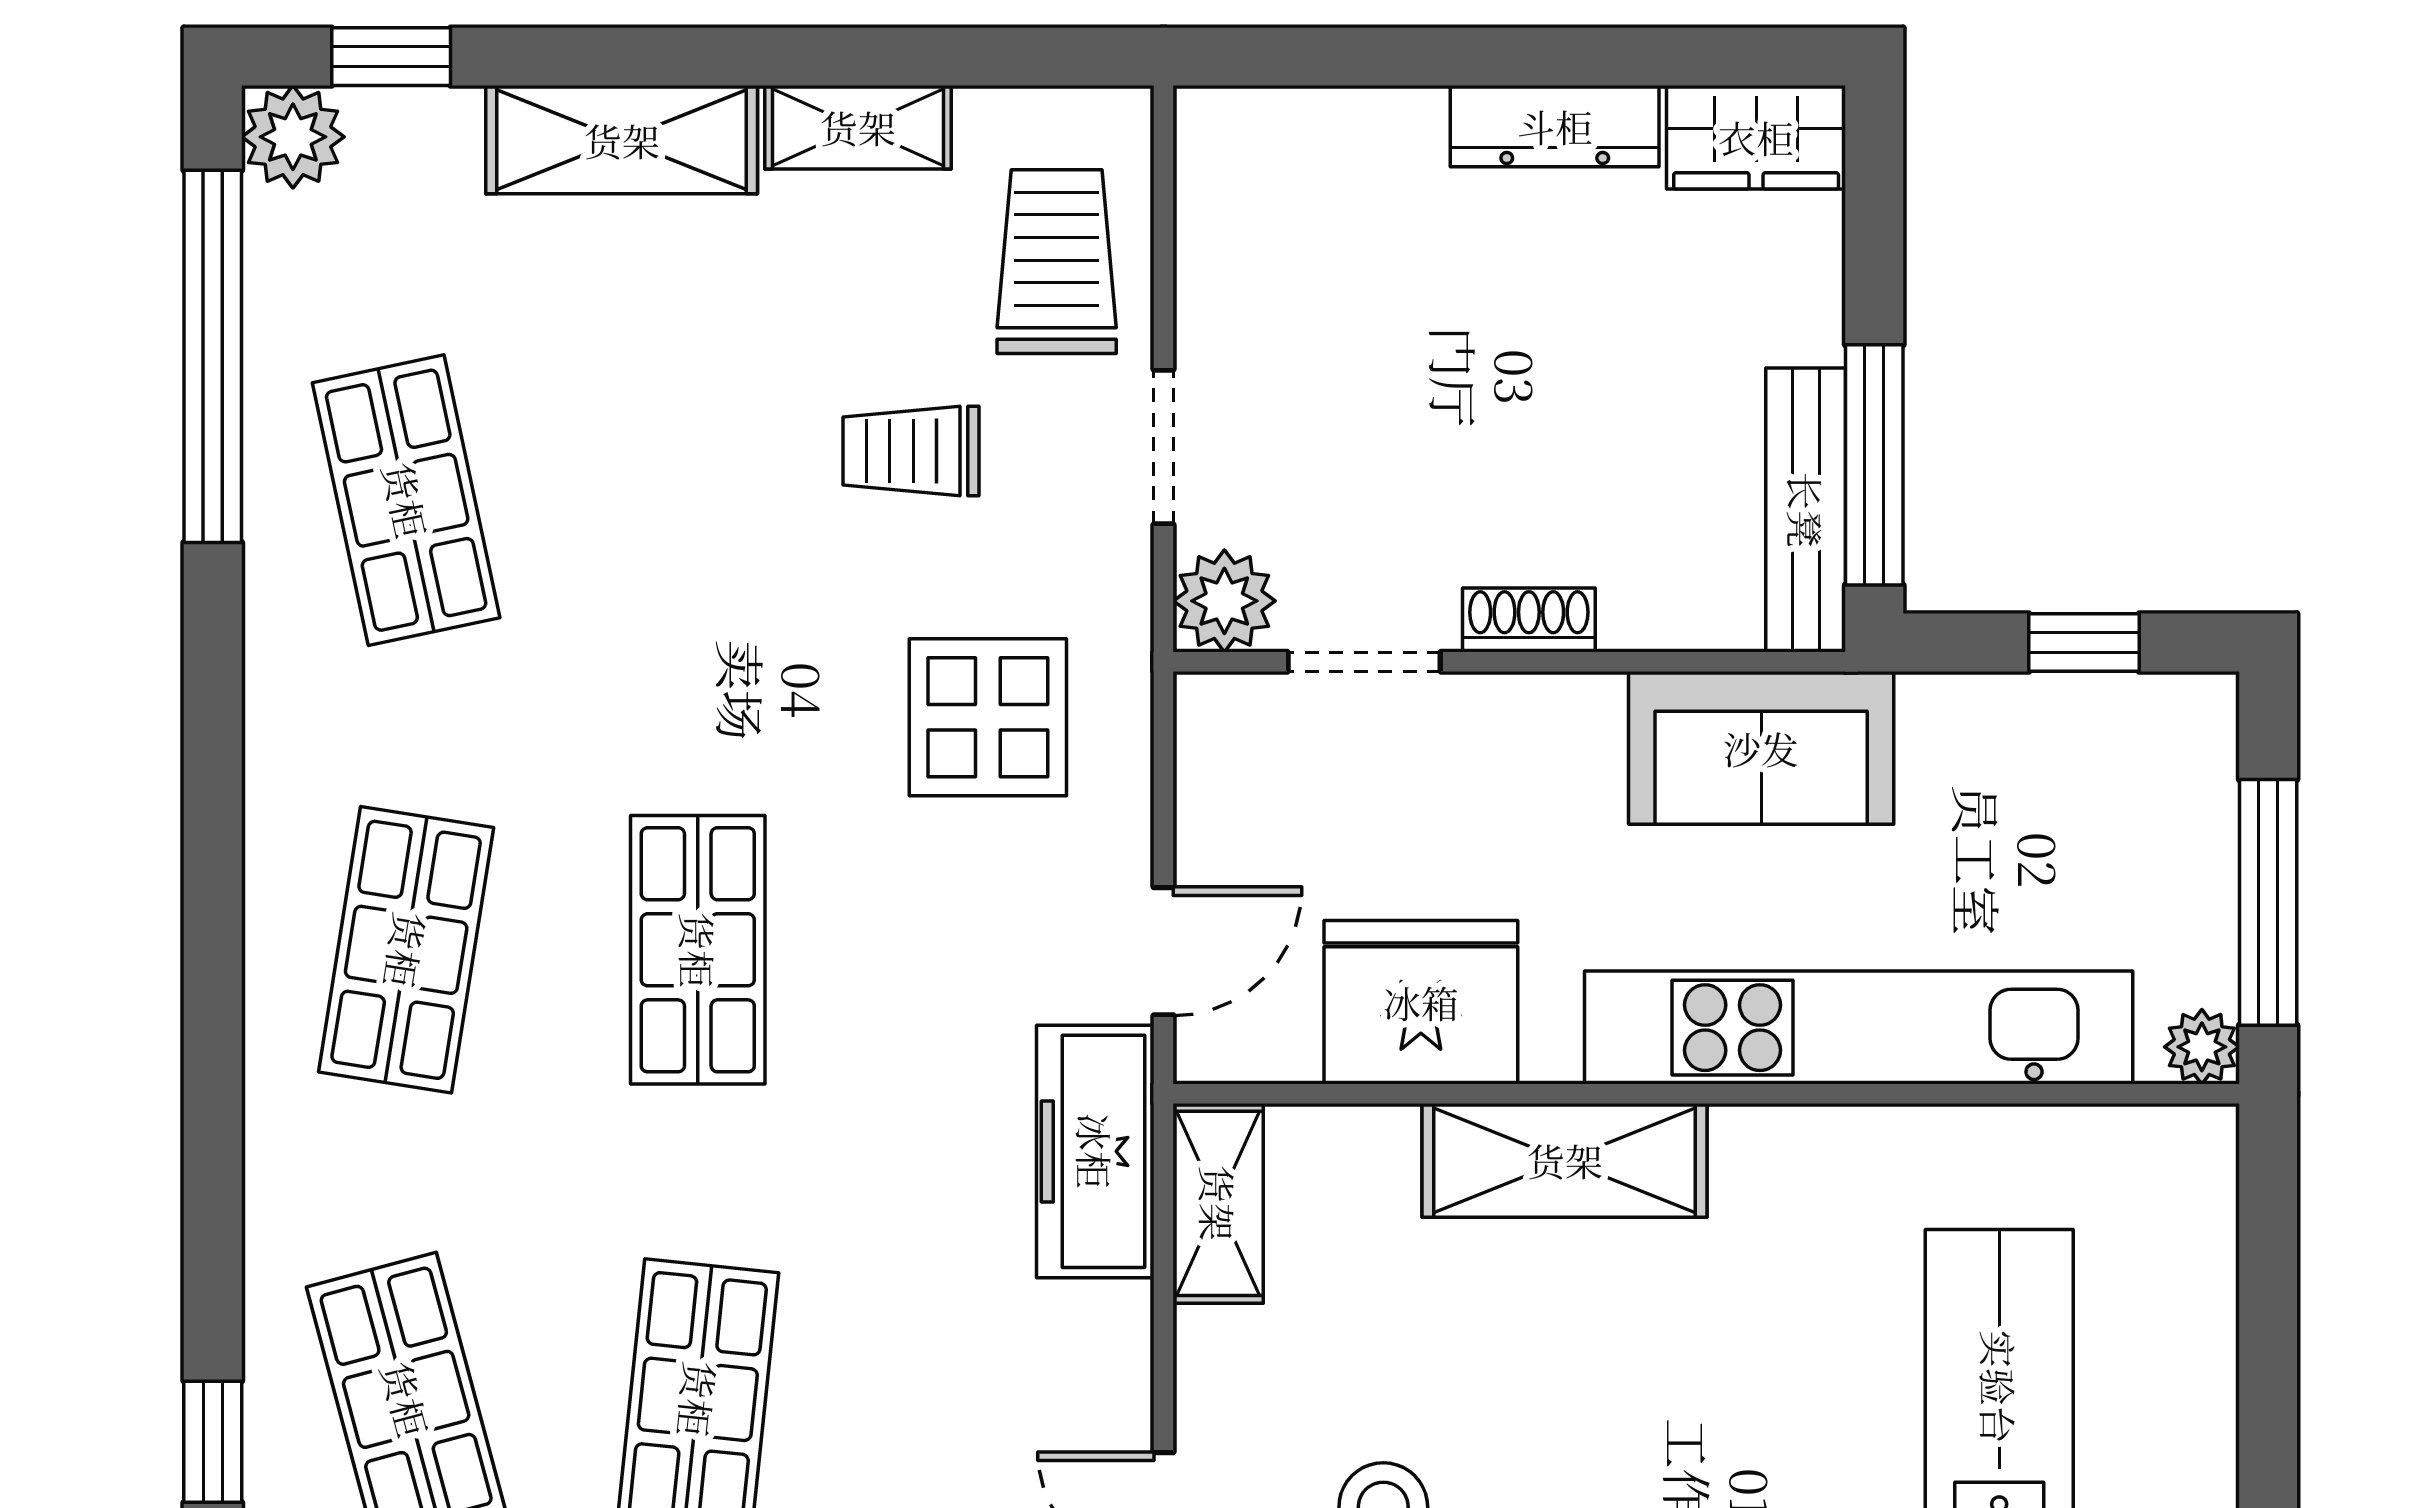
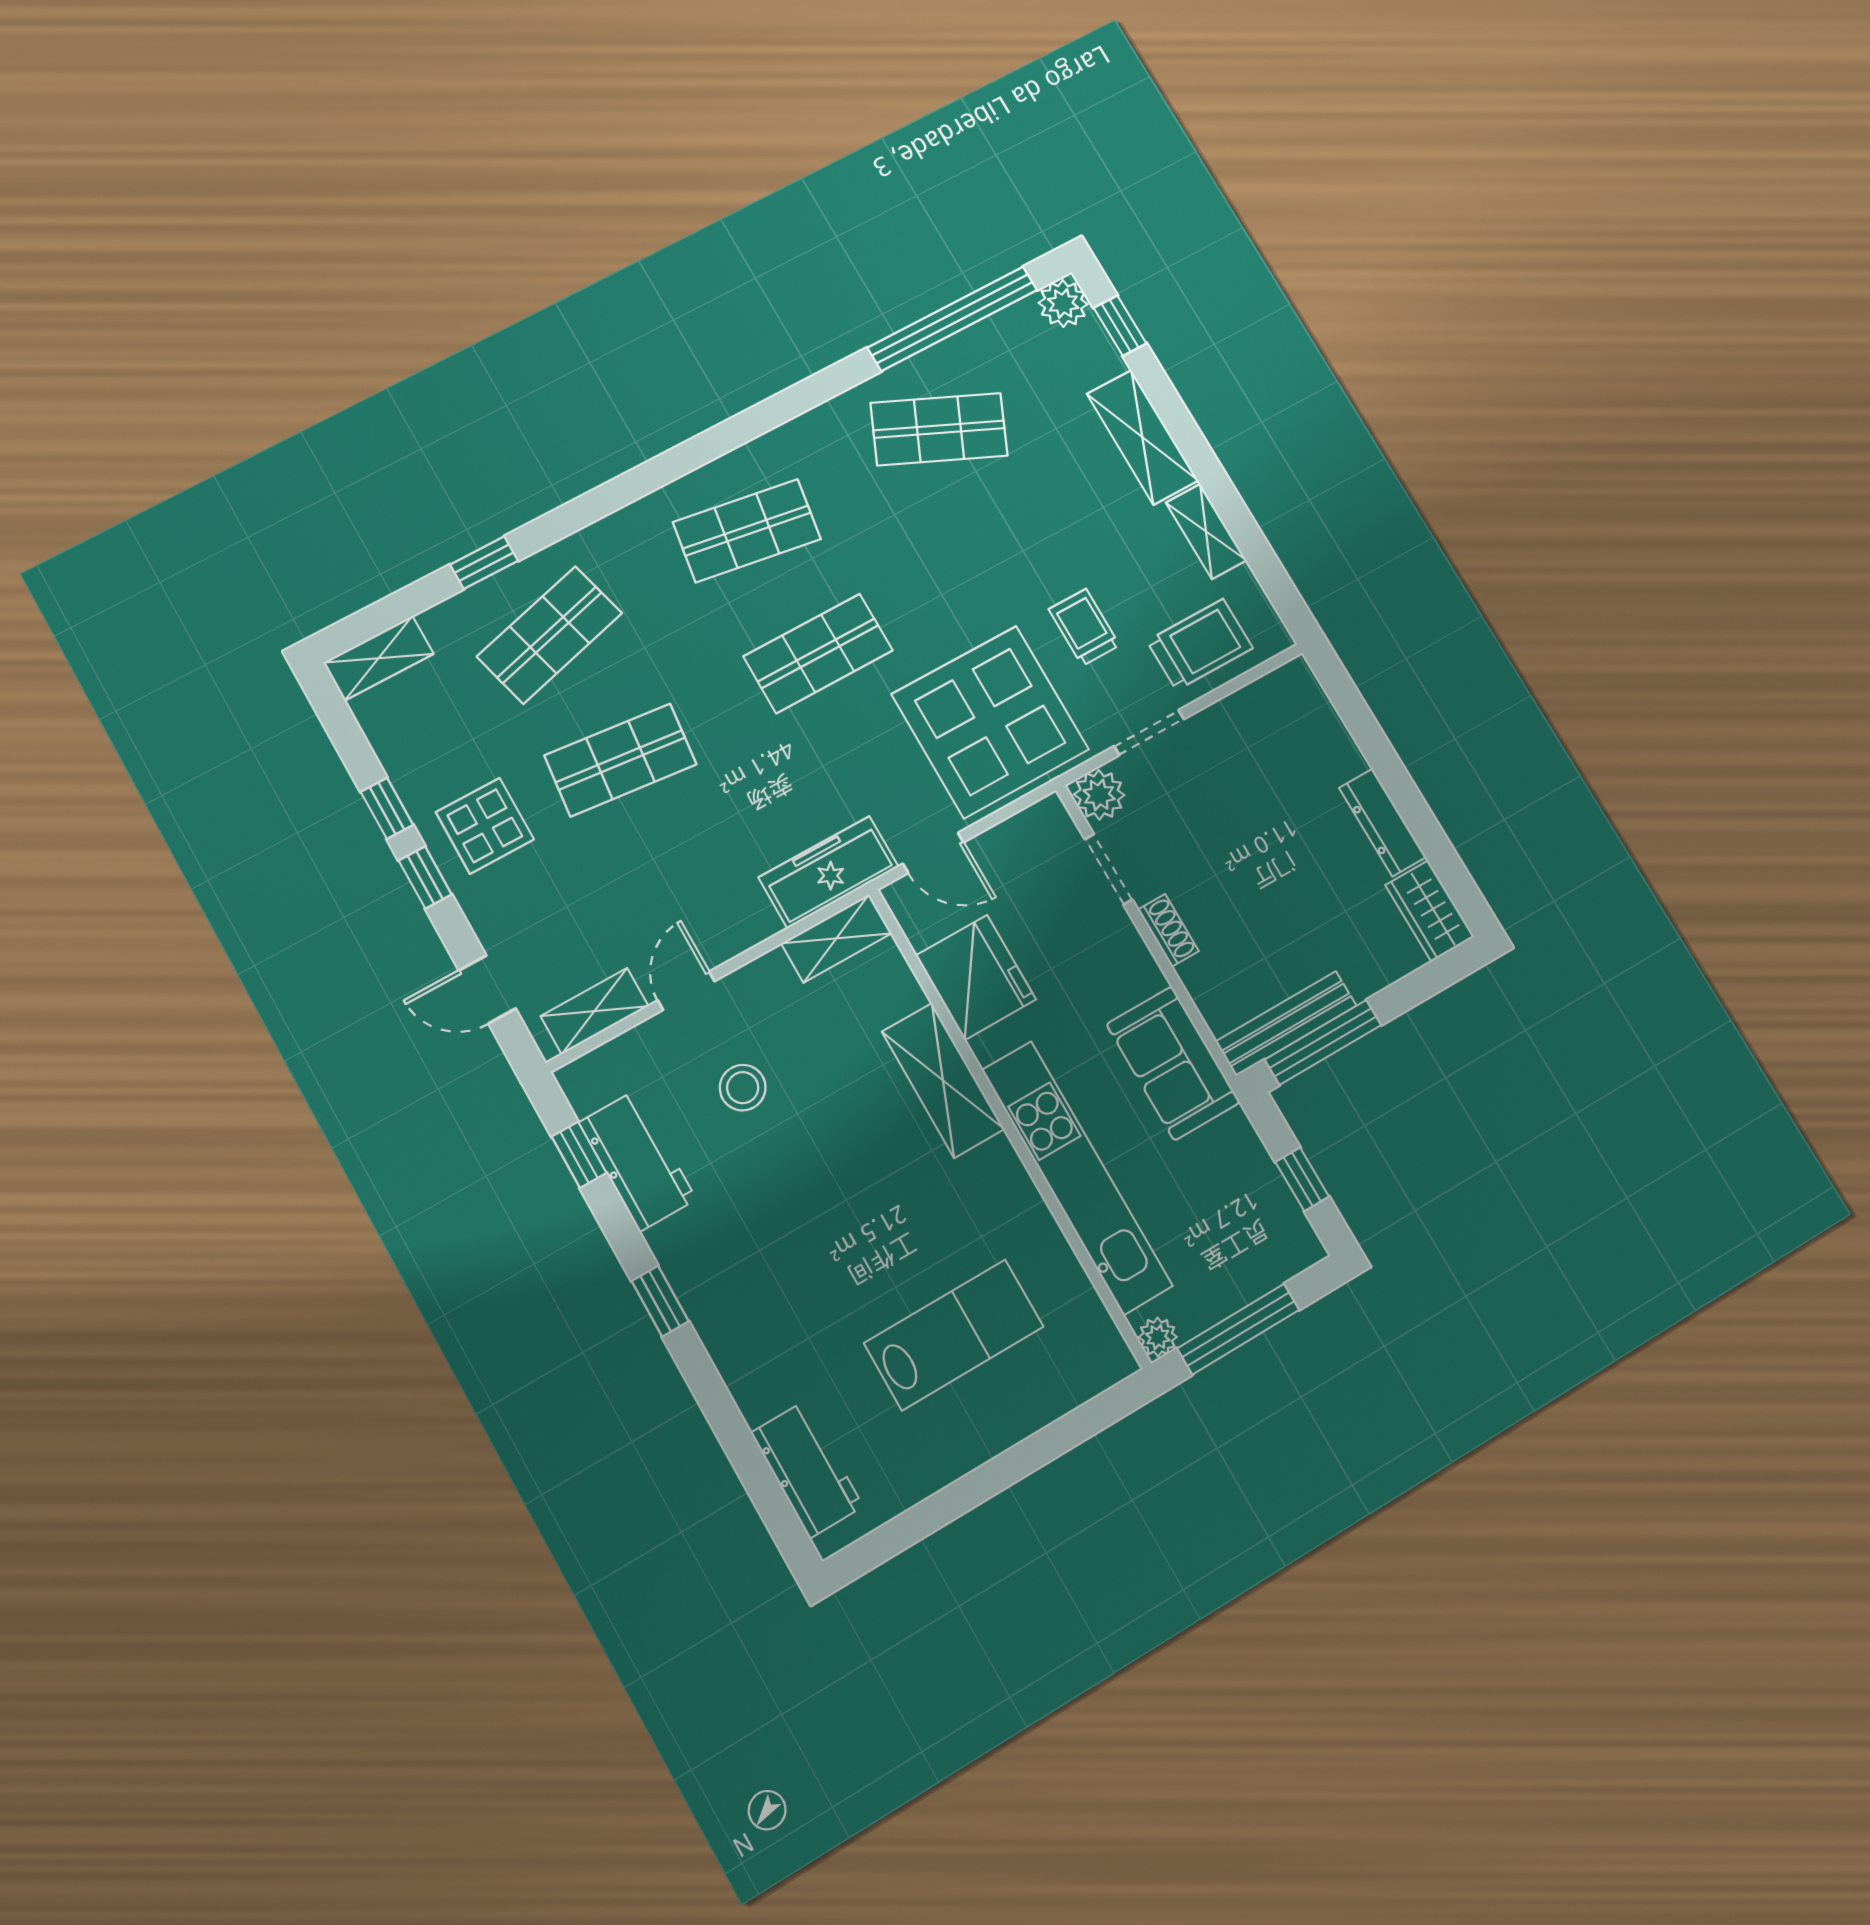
shop shelf: (406, 500) -> (939, 429), turned 36
display table: (988, 717) -> (990, 722), width x1.86, depth x1.86

